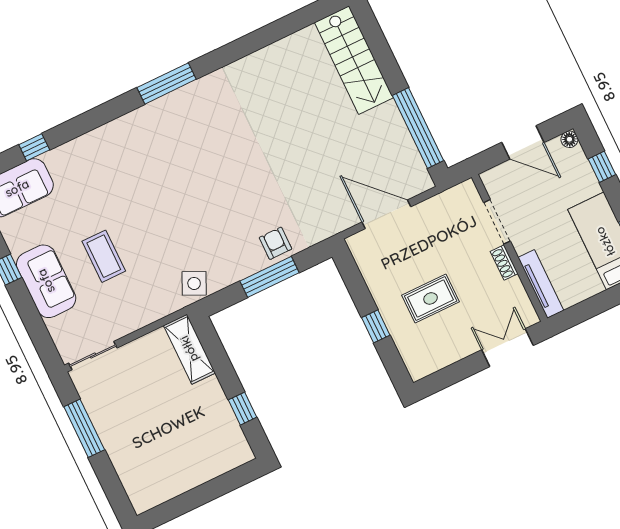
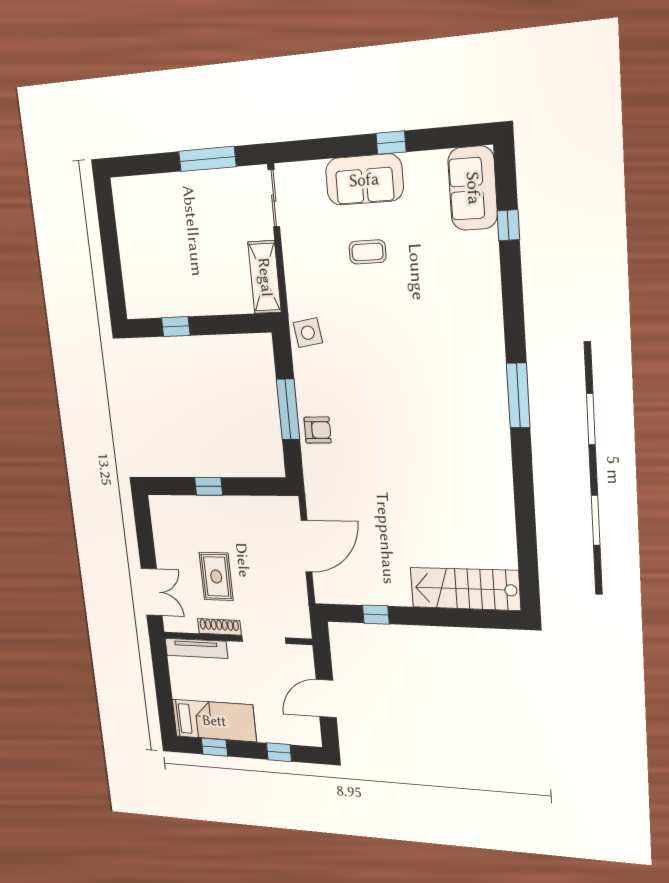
window: (418, 128) -> (376, 615), width x0.32
floor lamp: (569, 139) -> (314, 739), removed
coffee table: (104, 256) -> (368, 252), width x0.73, depth x0.77
shoe rack: (504, 263) -> (219, 627), width x1.43
side table: (194, 283) -> (308, 333), turned -34
rug: (431, 298) -> (216, 576), moved
shelving: (189, 349) -> (265, 277), moved, turned 90

